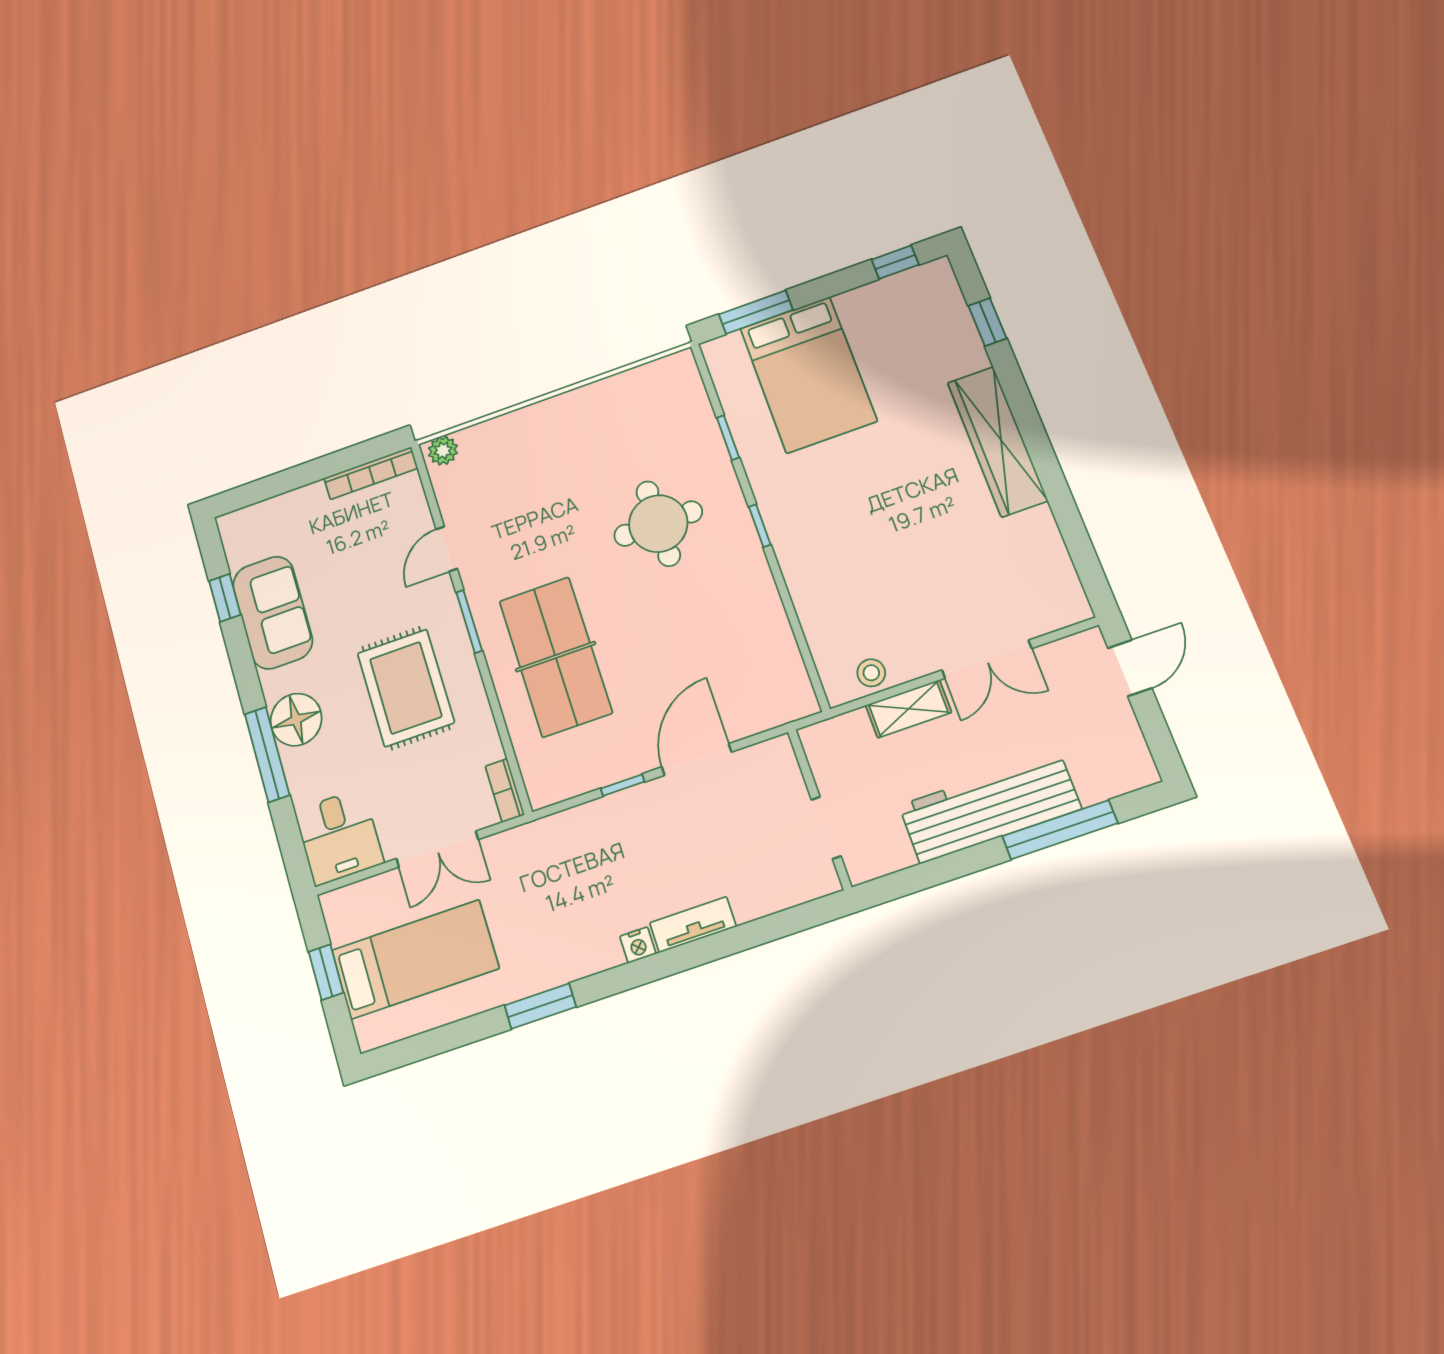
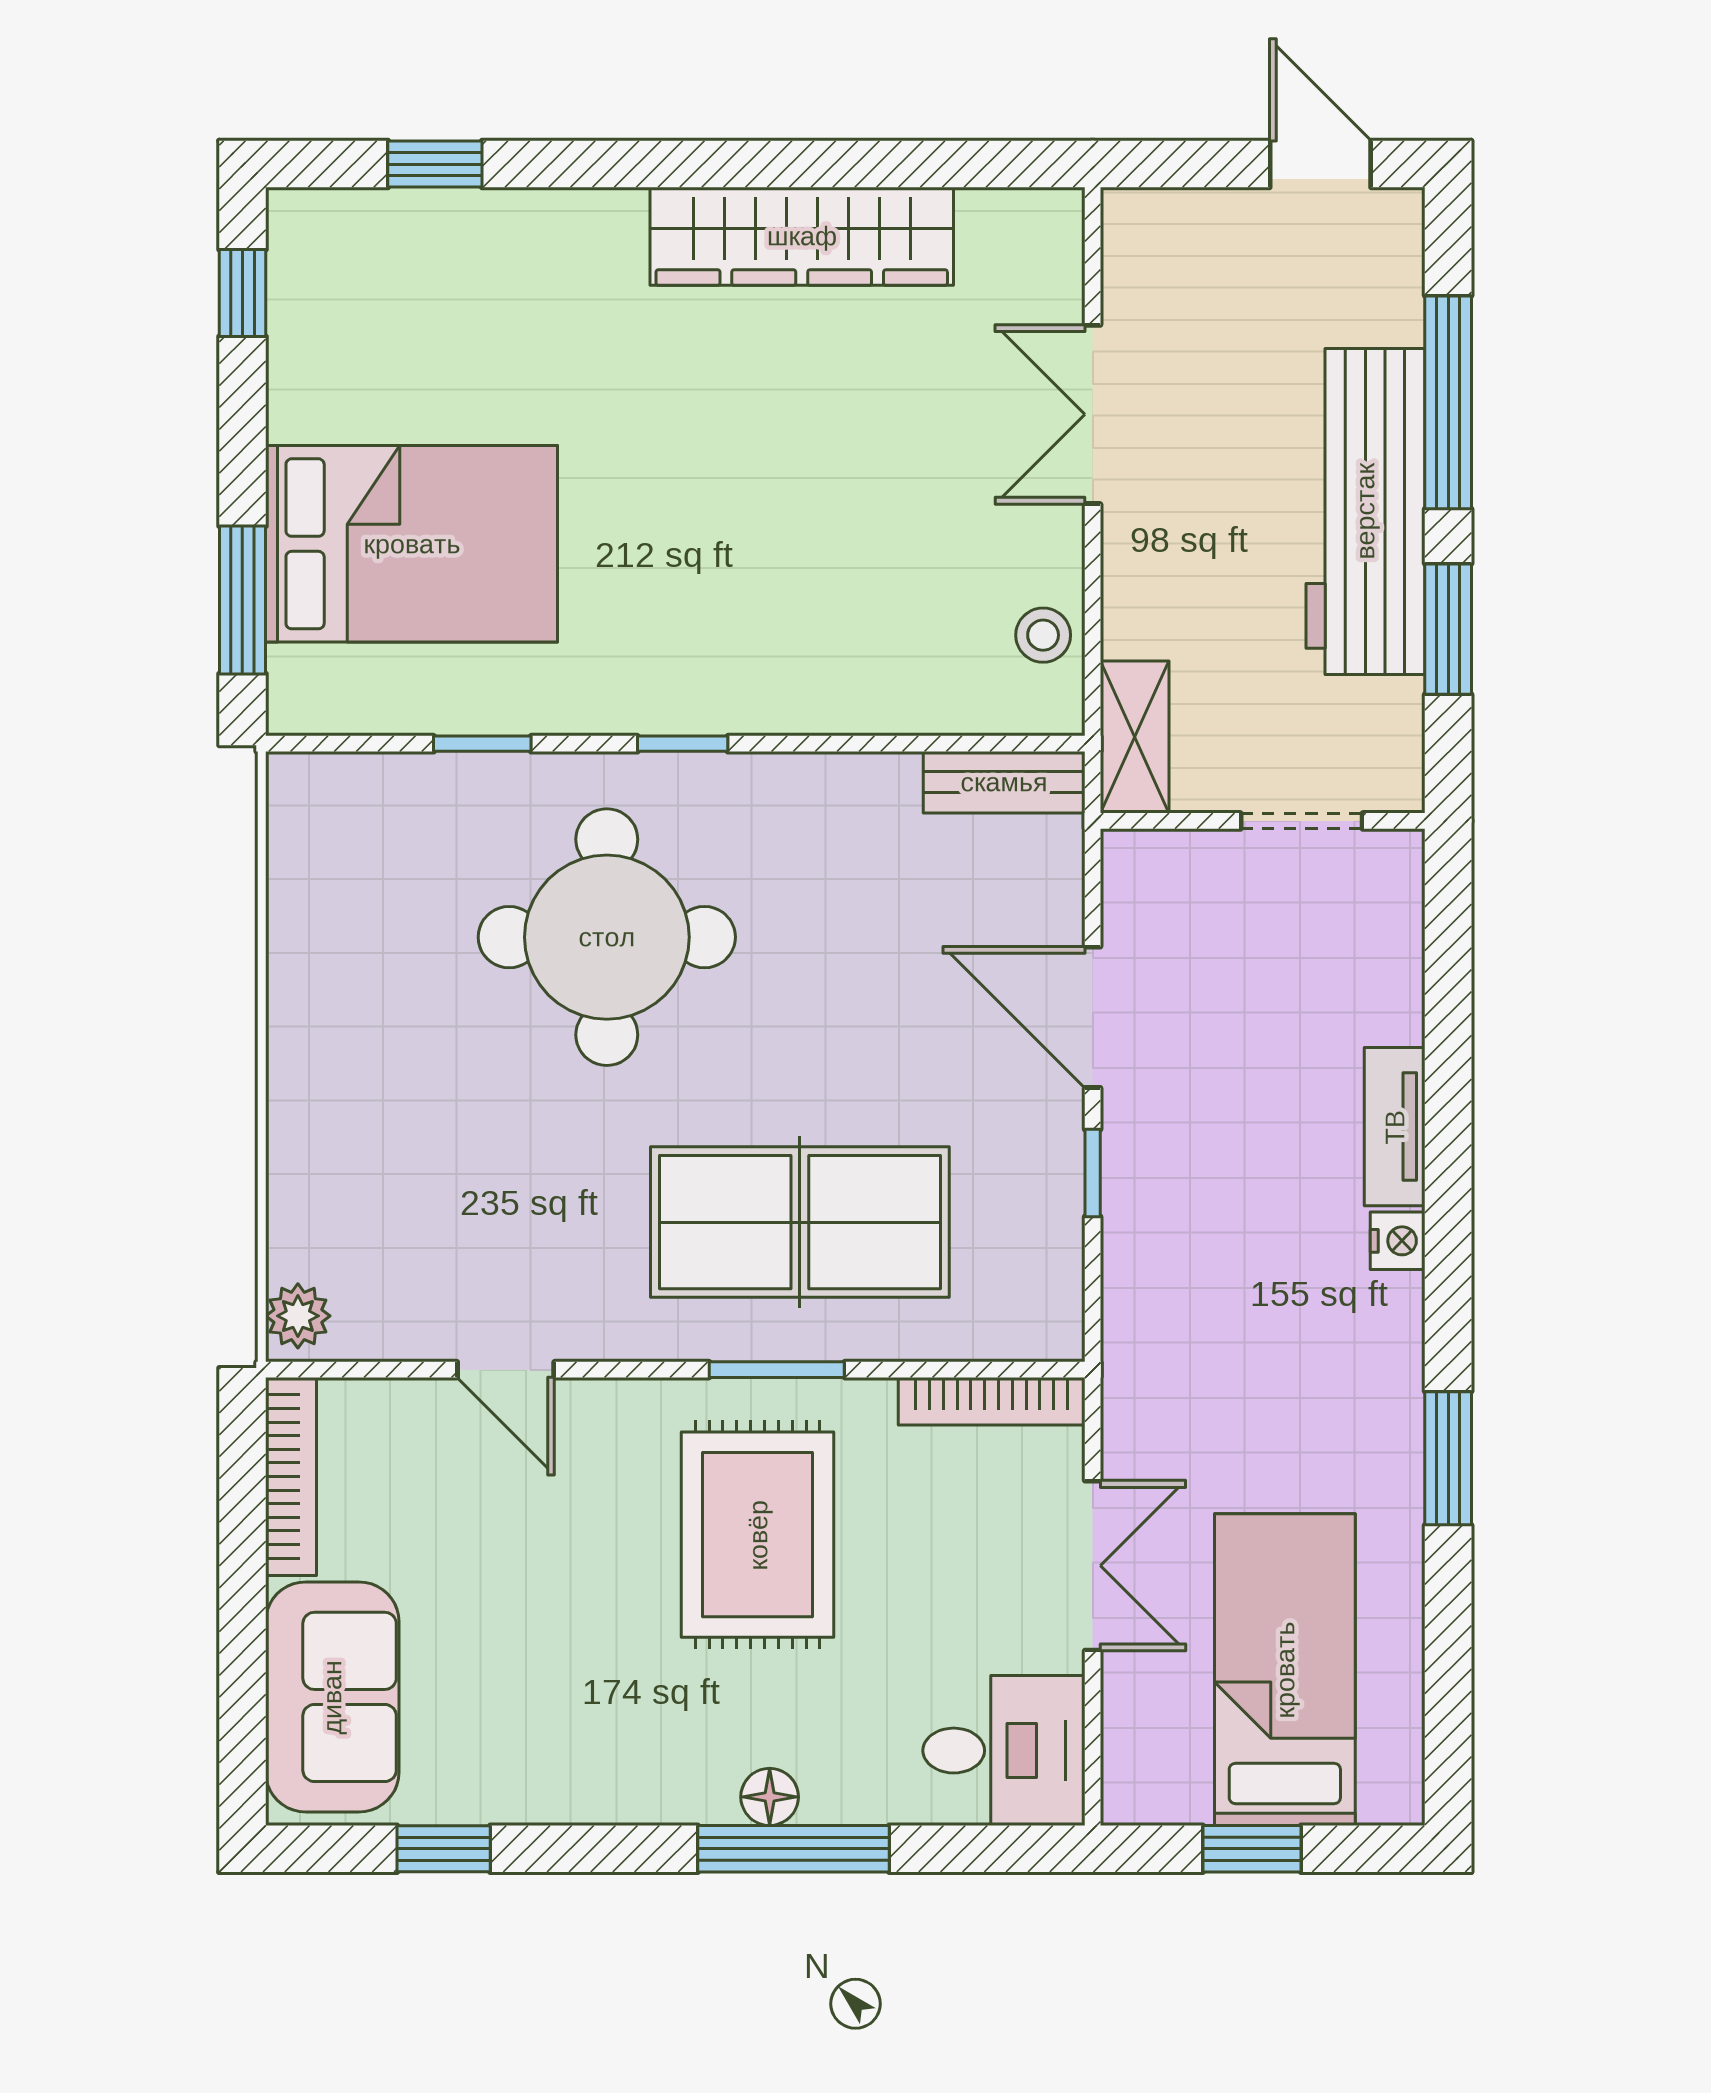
wardrobe: (997, 441) -> (802, 236), moved
round table: (658, 524) -> (607, 937), width x1.36, depth x1.36
sofa: (273, 612) -> (332, 1697), moved, turned 90
window: (469, 621) -> (777, 1370), moved
double door: (987, 659) -> (1093, 414), swing flipped
door: (1130, 668) -> (1320, 164), moved
bench: (794, 679) -> (1004, 782), added
rug: (406, 688) -> (758, 1535), turned 90
shelving: (909, 709) -> (1135, 737), moved
floor lamp: (296, 720) -> (770, 1797), width x0.53, depth x0.53
bookcase: (505, 790) -> (992, 1401), width x1.56
window: (947, 868) -> (1448, 629), added

